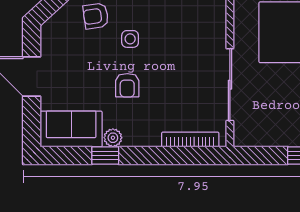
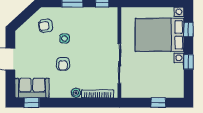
plant: (113, 138) -> (76, 93), moved
window: (105, 155) -> (32, 103), moved

